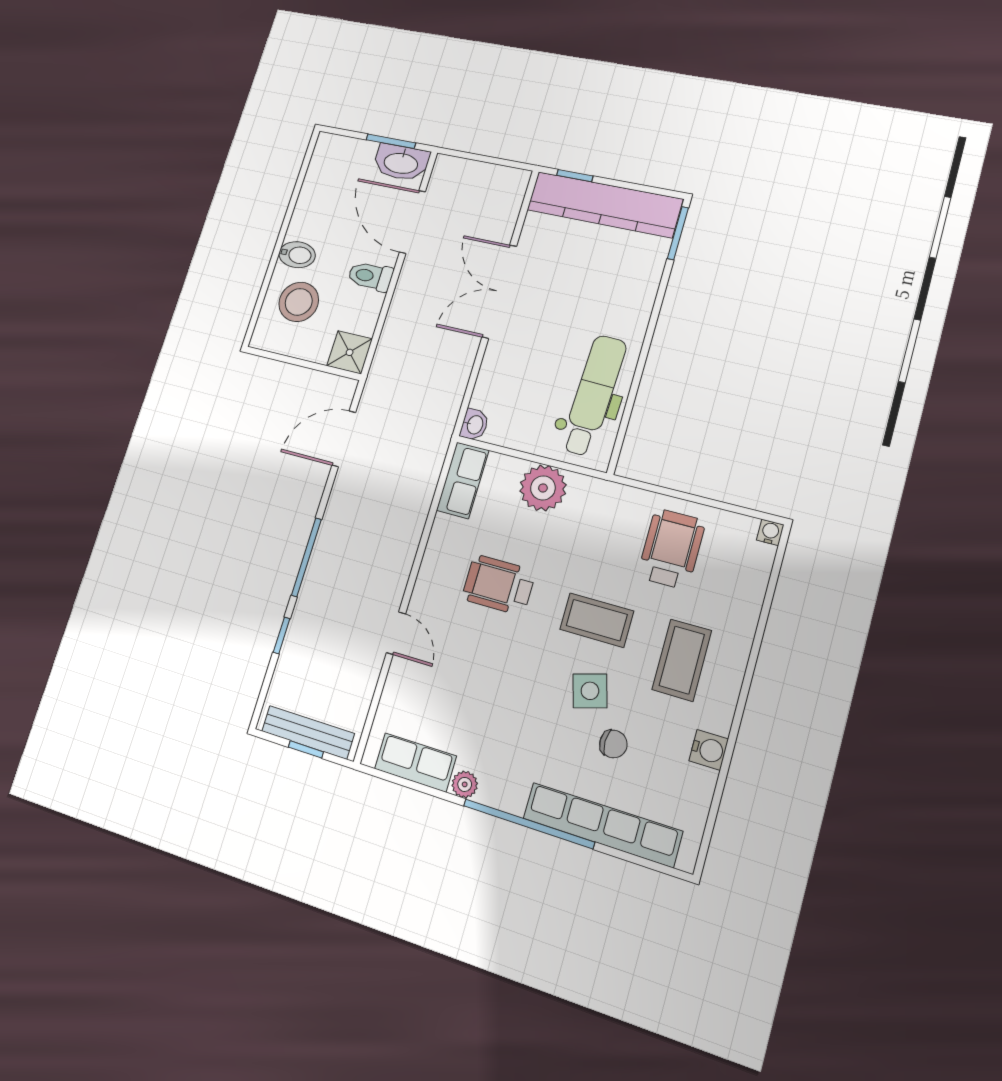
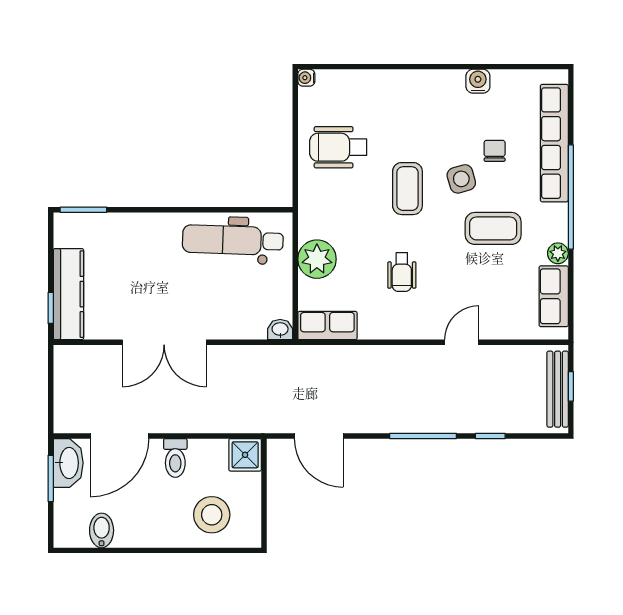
kitchen counter: (604, 204) -> (68, 294), width x0.72, depth x0.86
bidet: (297, 255) -> (102, 530), moved
wheelchair: (499, 585) -> (402, 272), width x0.73, depth x0.73
coffee table: (682, 660) -> (493, 228), moved

